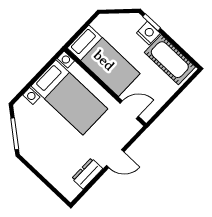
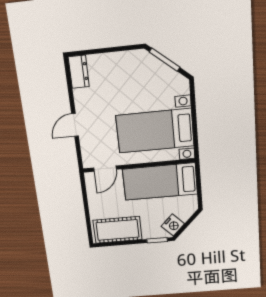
nightstand: (148, 33) -> (173, 225), moved, turned -45
dresser: (87, 174) -> (79, 72), moved

